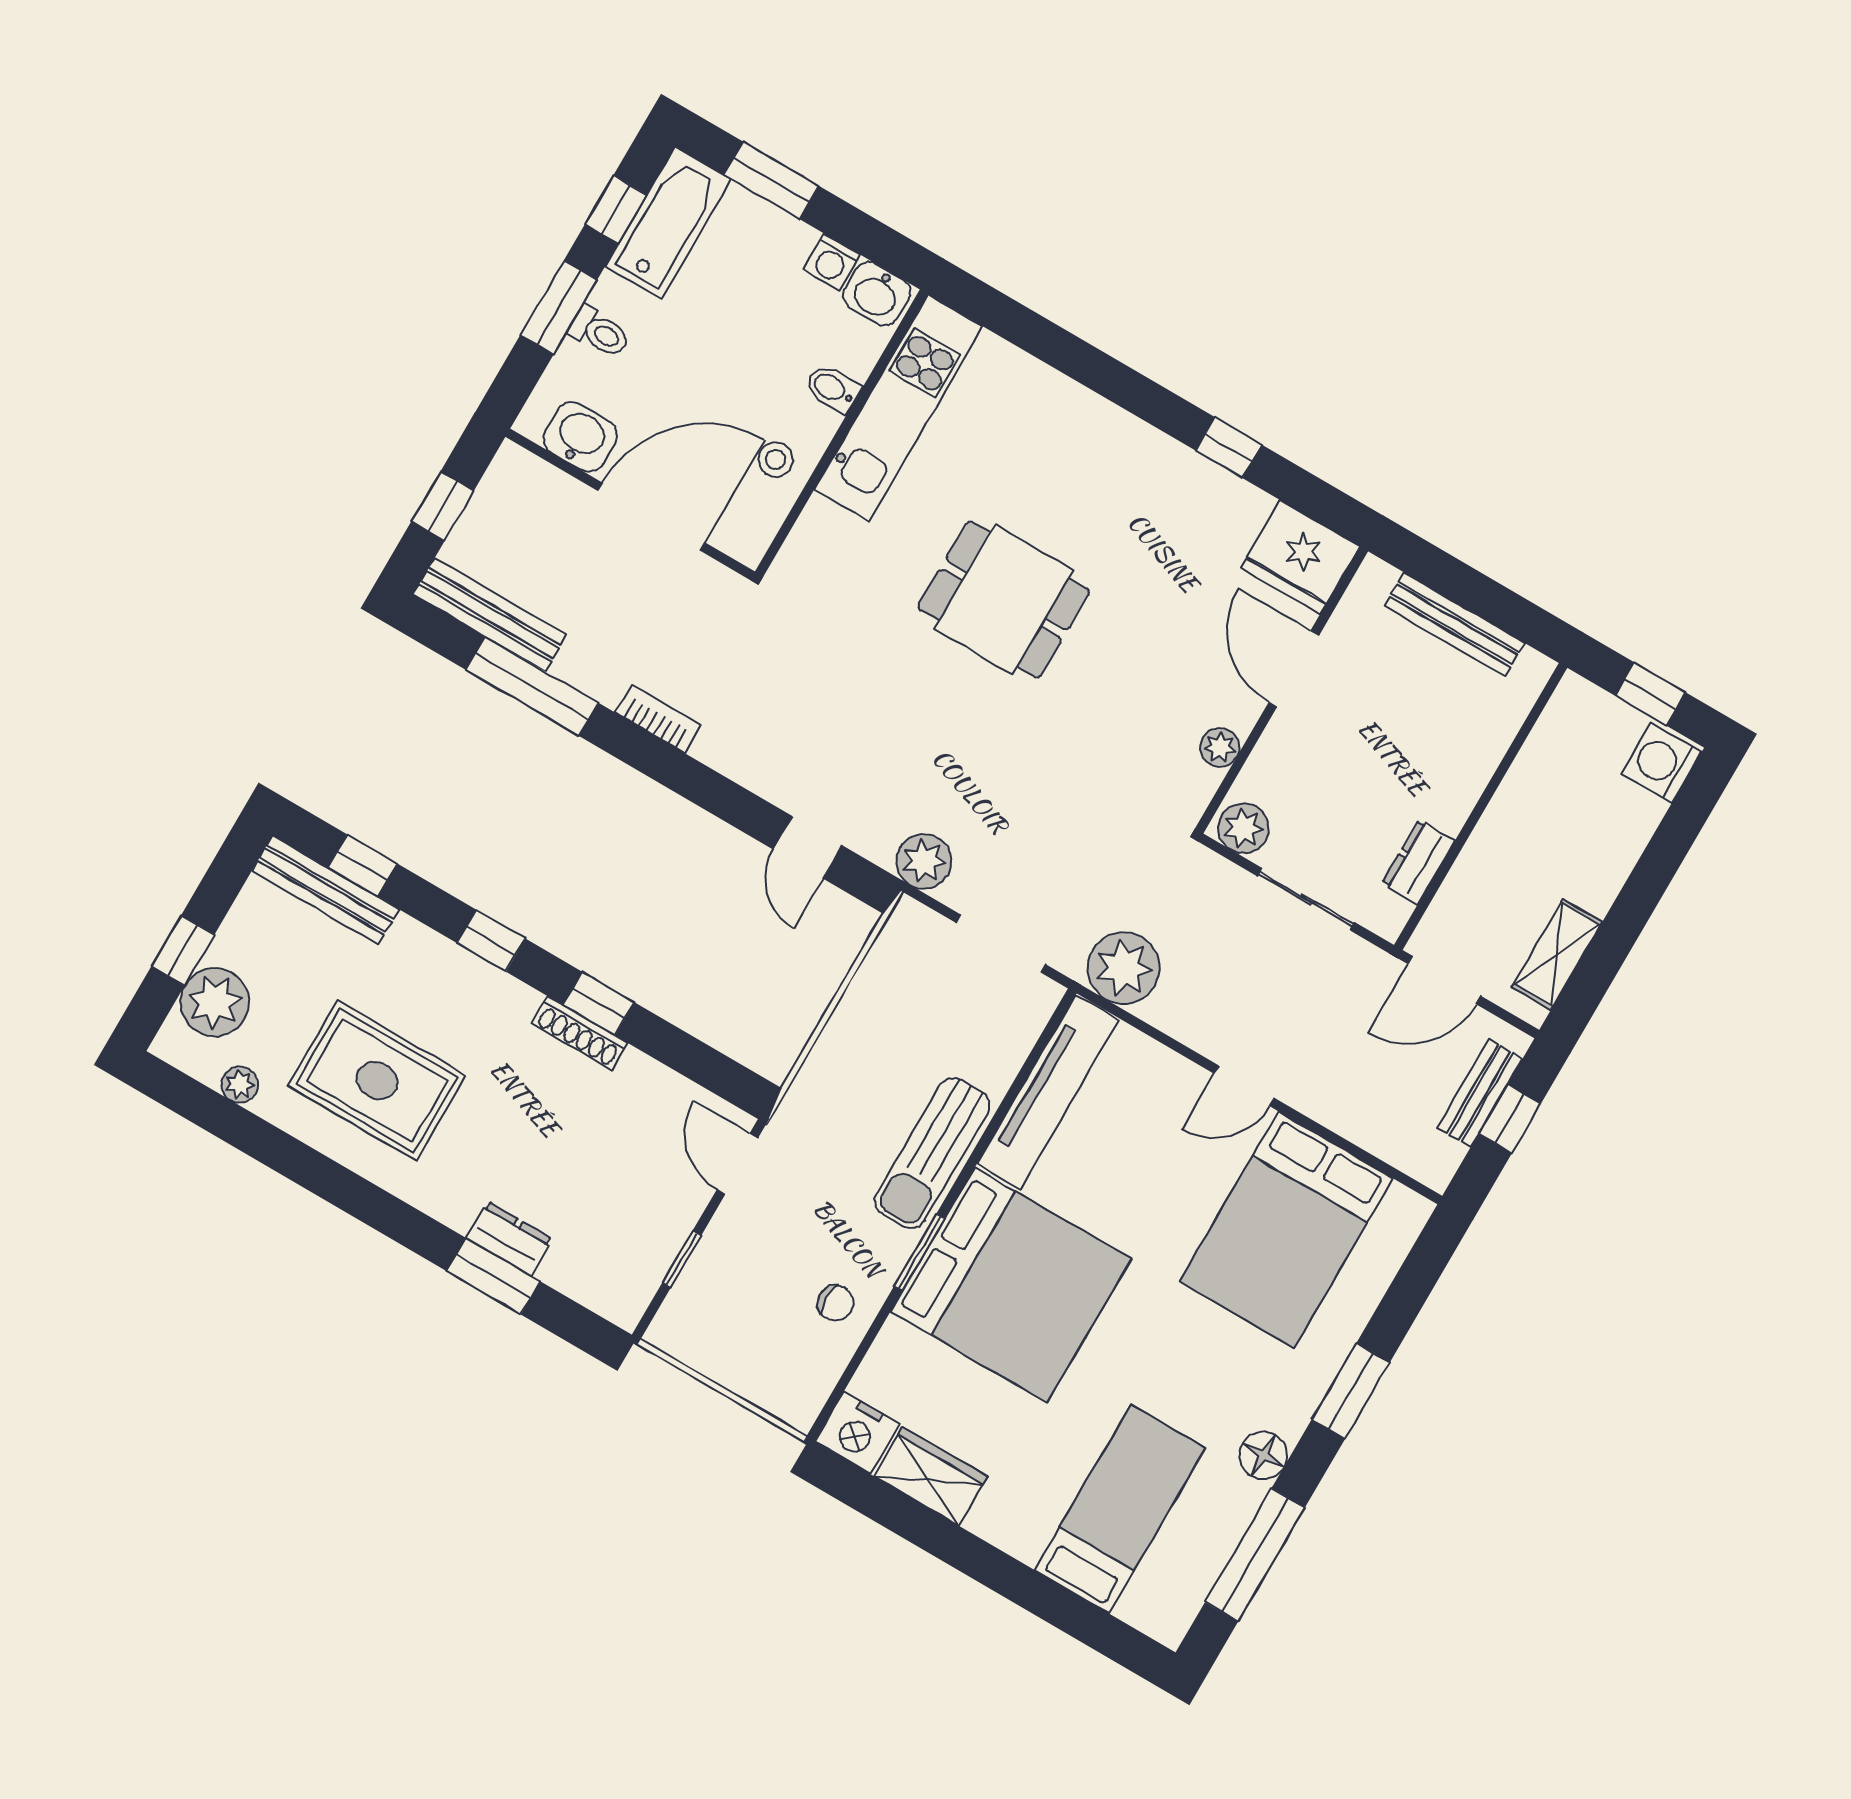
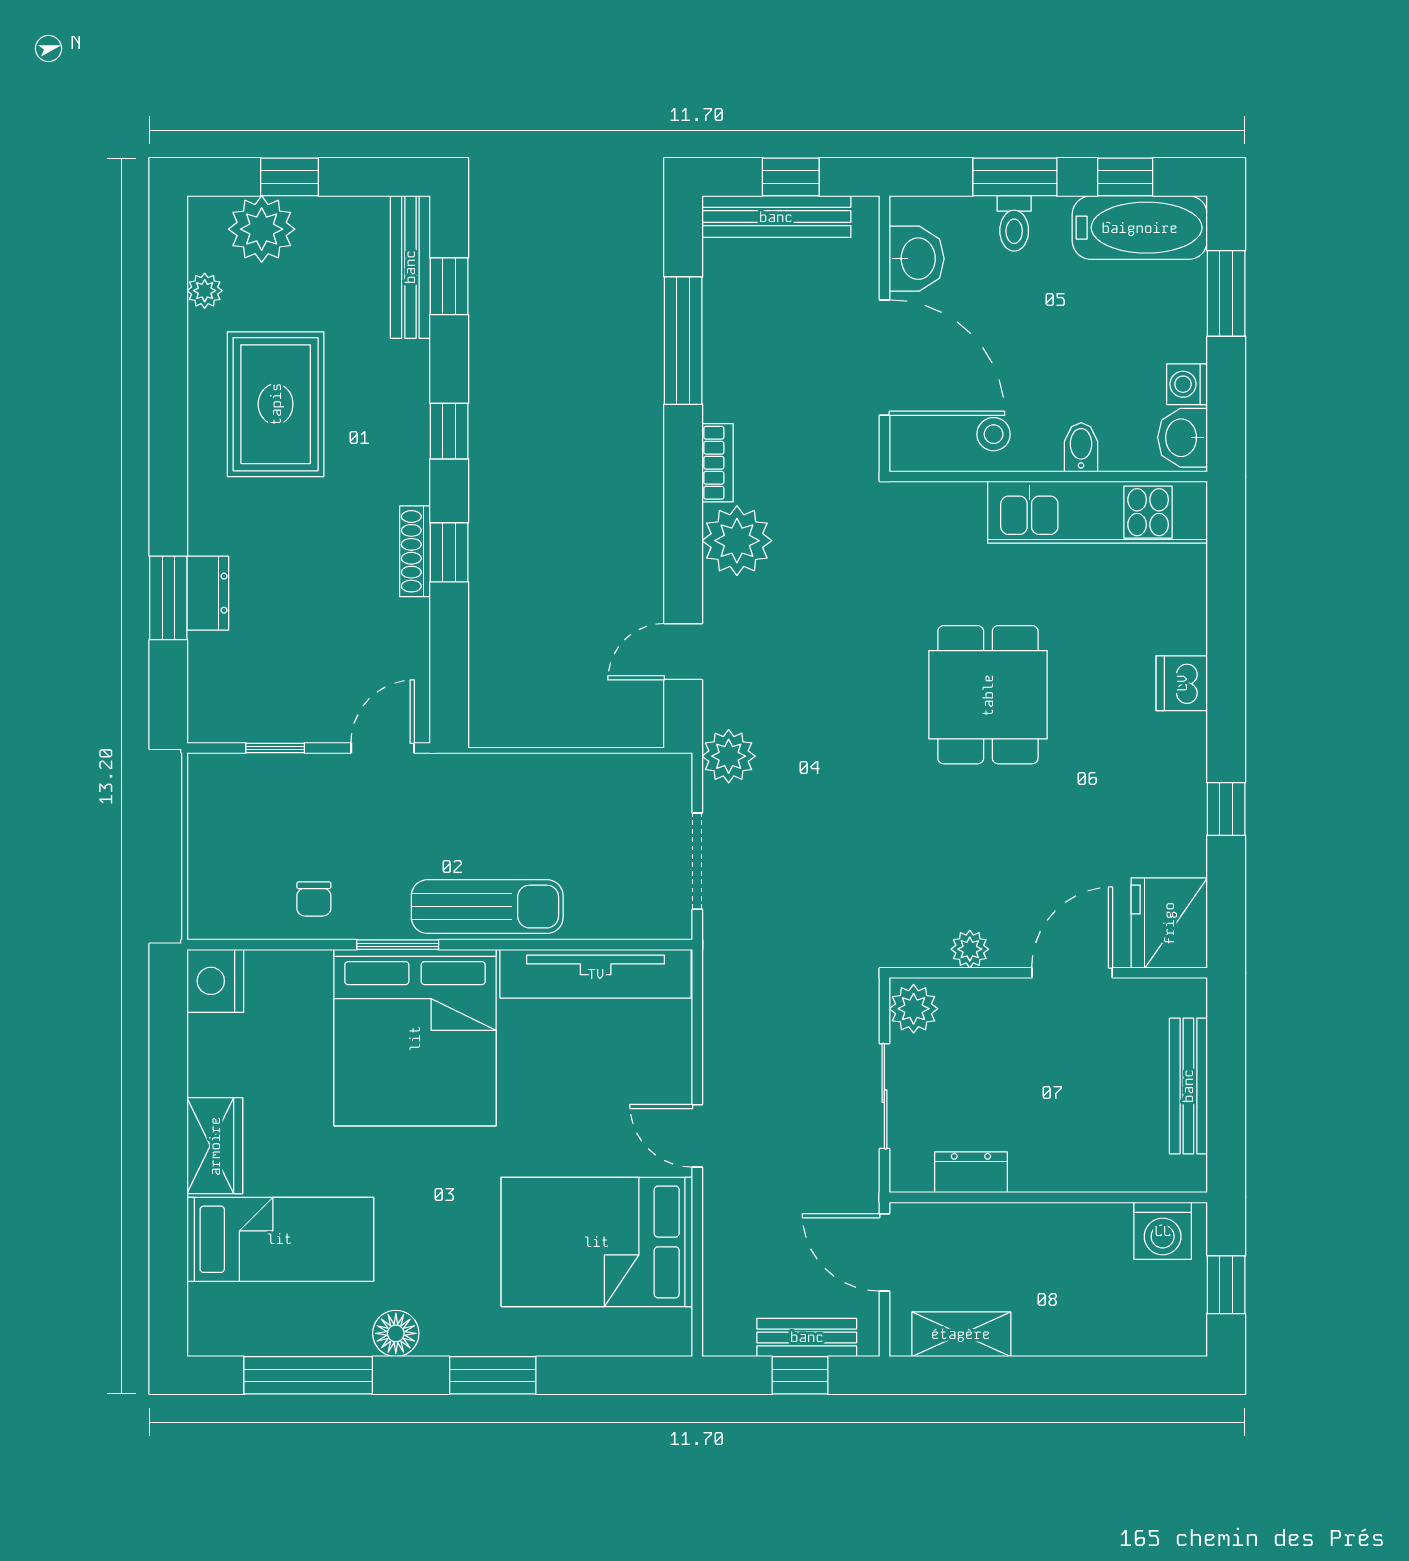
dishwasher: (1094, 422) -> (1182, 683), added
bench: (490, 615) -> (776, 217), moved, turned 90
washing machine: (1661, 763) -> (1163, 1231), moved, turned 180
plant: (1124, 968) -> (737, 541), moved
sun lounger: (932, 1153) -> (487, 907), turned 180
wardrobe: (931, 1476) -> (215, 1146), moved

